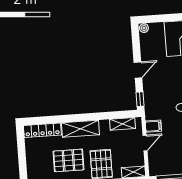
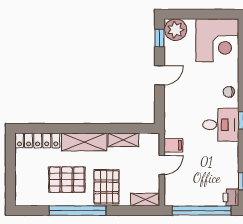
plant: (144, 28) -> (176, 30), width x1.88, depth x1.88
window: (140, 99) -> (160, 38), moved
shelving: (123, 124) -> (123, 140), moved

